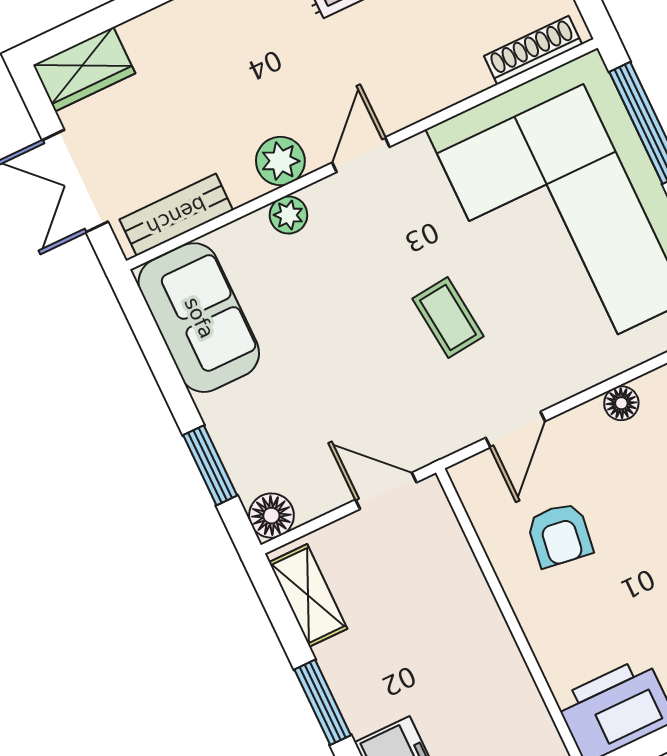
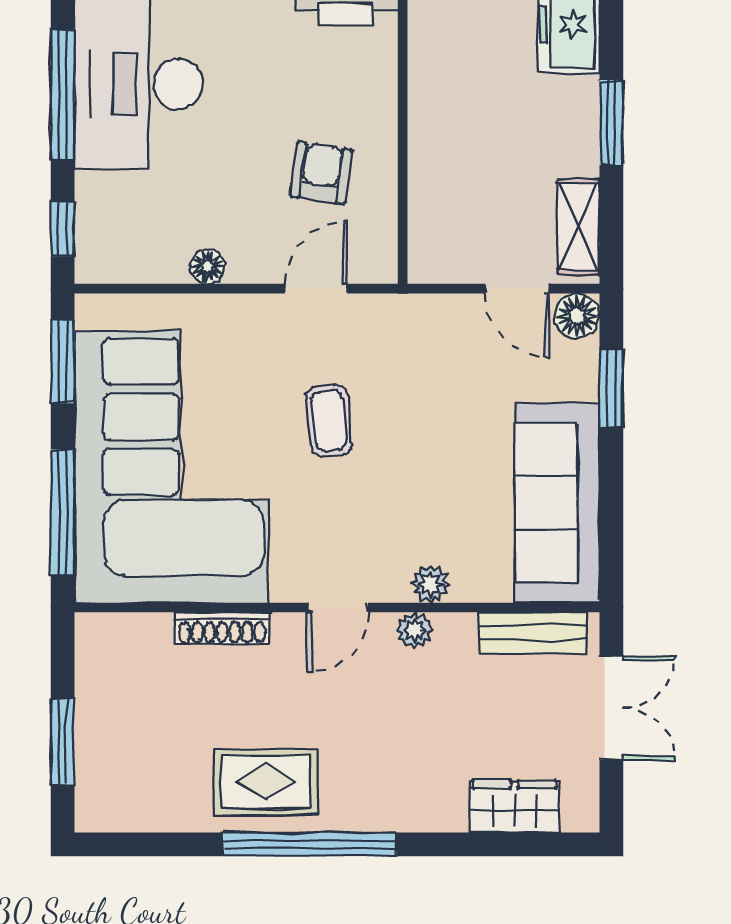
shoe rack: (533, 50) -> (222, 628), moved
wardrobe: (84, 69) -> (514, 806), moved
plant: (280, 161) -> (414, 630), width x0.73, depth x0.73
sofa: (199, 318) -> (557, 503), width x1.36
door: (386, 491) -> (517, 289), moved

